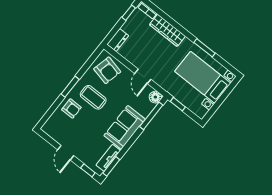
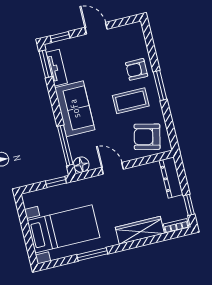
dresser: (118, 40) -> (171, 178), width x1.44

